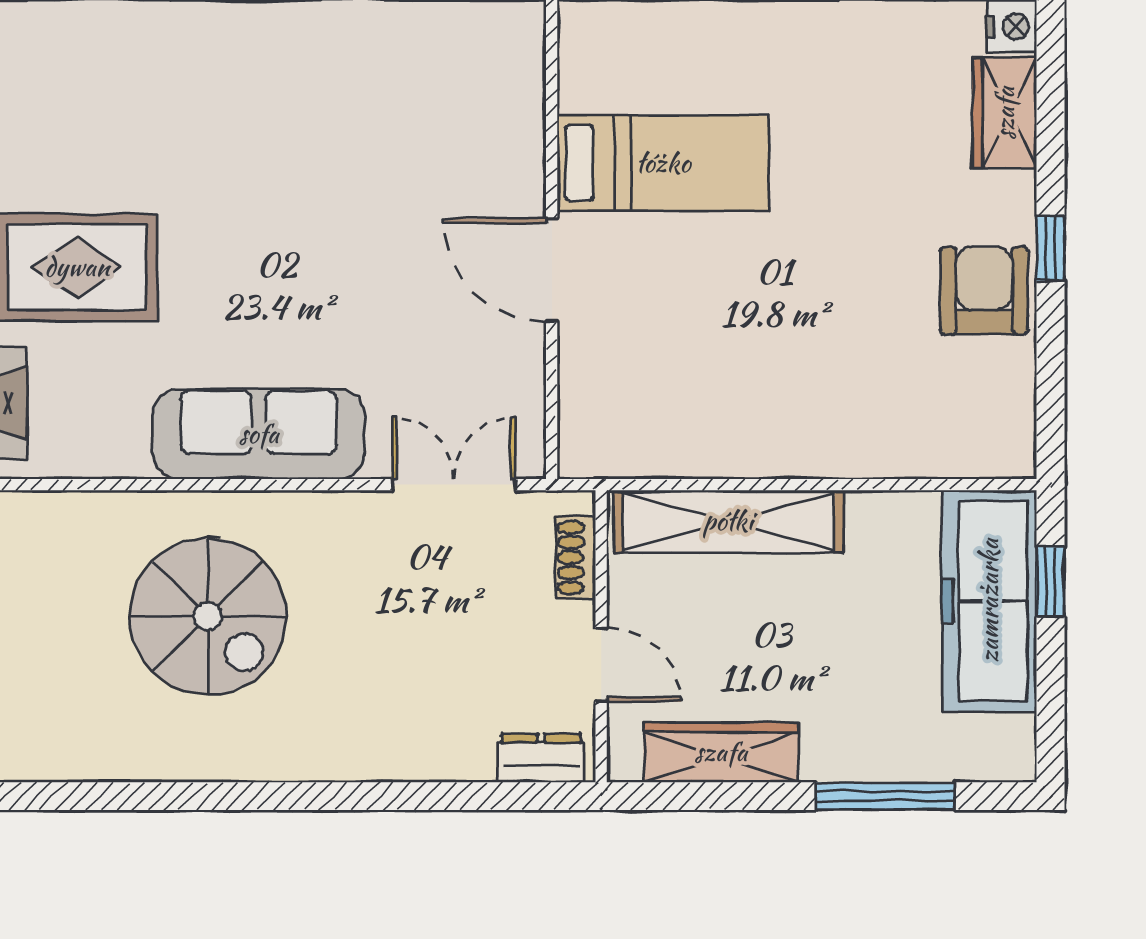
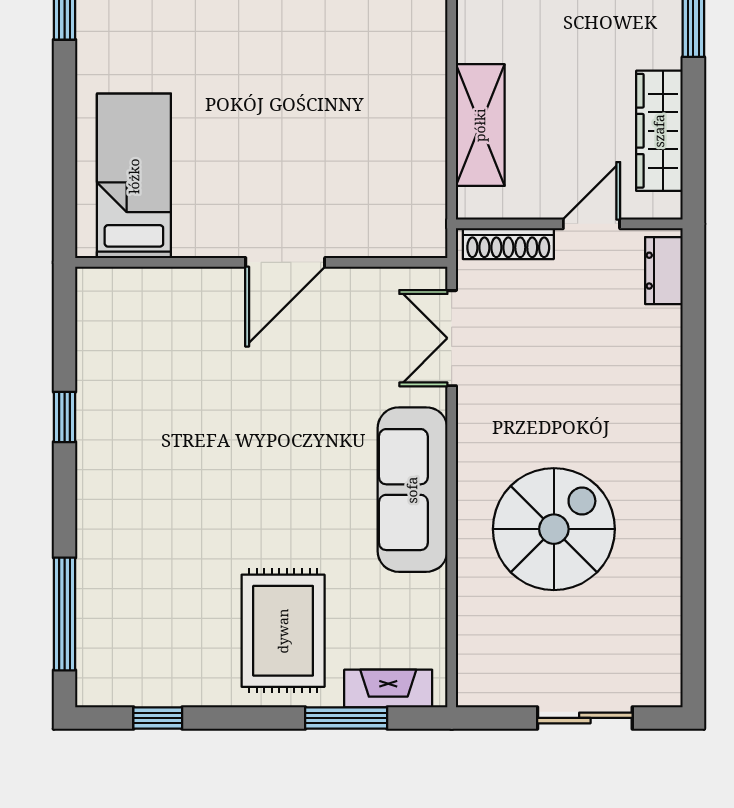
bed: (663, 163) -> (134, 176), moved
shelving: (728, 521) -> (480, 125), width x0.68
shoe rack: (576, 558) -> (508, 244), width x1.43

